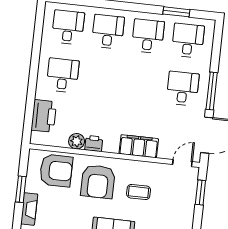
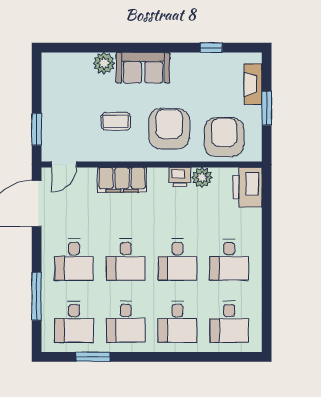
desk: (103, 80) -> (177, 260), added
desk: (143, 84) -> (126, 260), added
window: (212, 91) -> (37, 296), moved
printer: (44, 116) -> (248, 187), moved
armchair: (56, 171) -> (224, 137), turned 90

